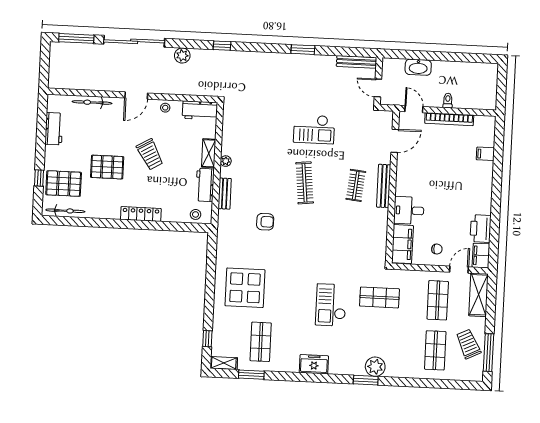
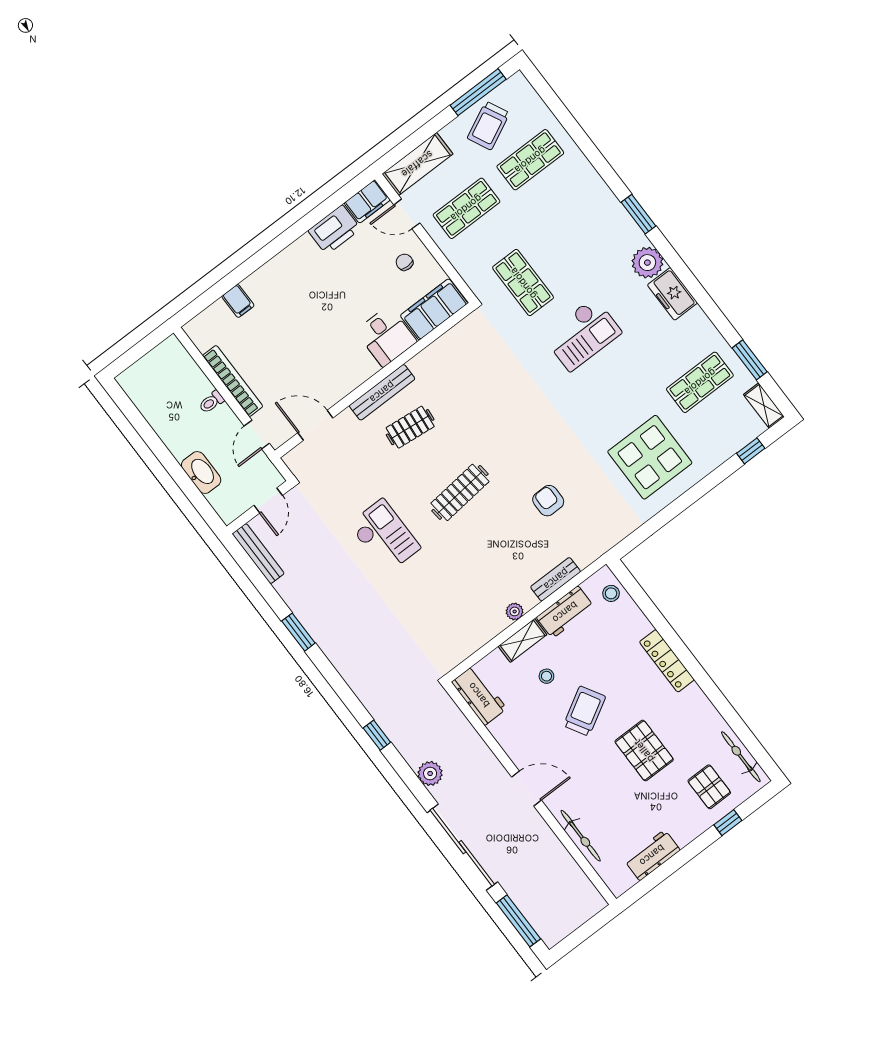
stool: (165, 108) -> (546, 676), moved
pallet: (64, 184) -> (709, 787), width x0.67, depth x0.71
plant: (375, 367) -> (647, 263), moved

